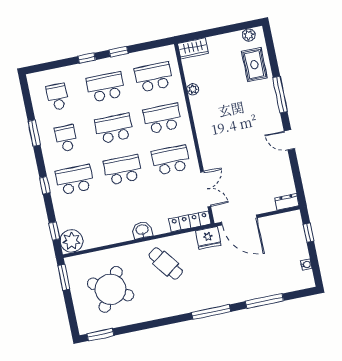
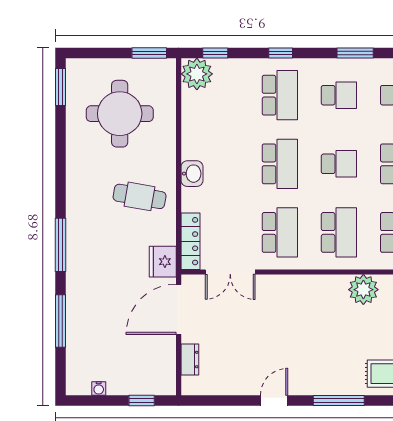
plant: (193, 89) -> (363, 290), width x1.87, depth x1.87
school desk: (114, 128) -> (339, 164), width x0.54
dresser: (287, 202) -> (190, 360), moved
cafe table: (166, 264) -> (140, 196), turned 46
round table: (111, 289) -> (120, 114), turned -30

